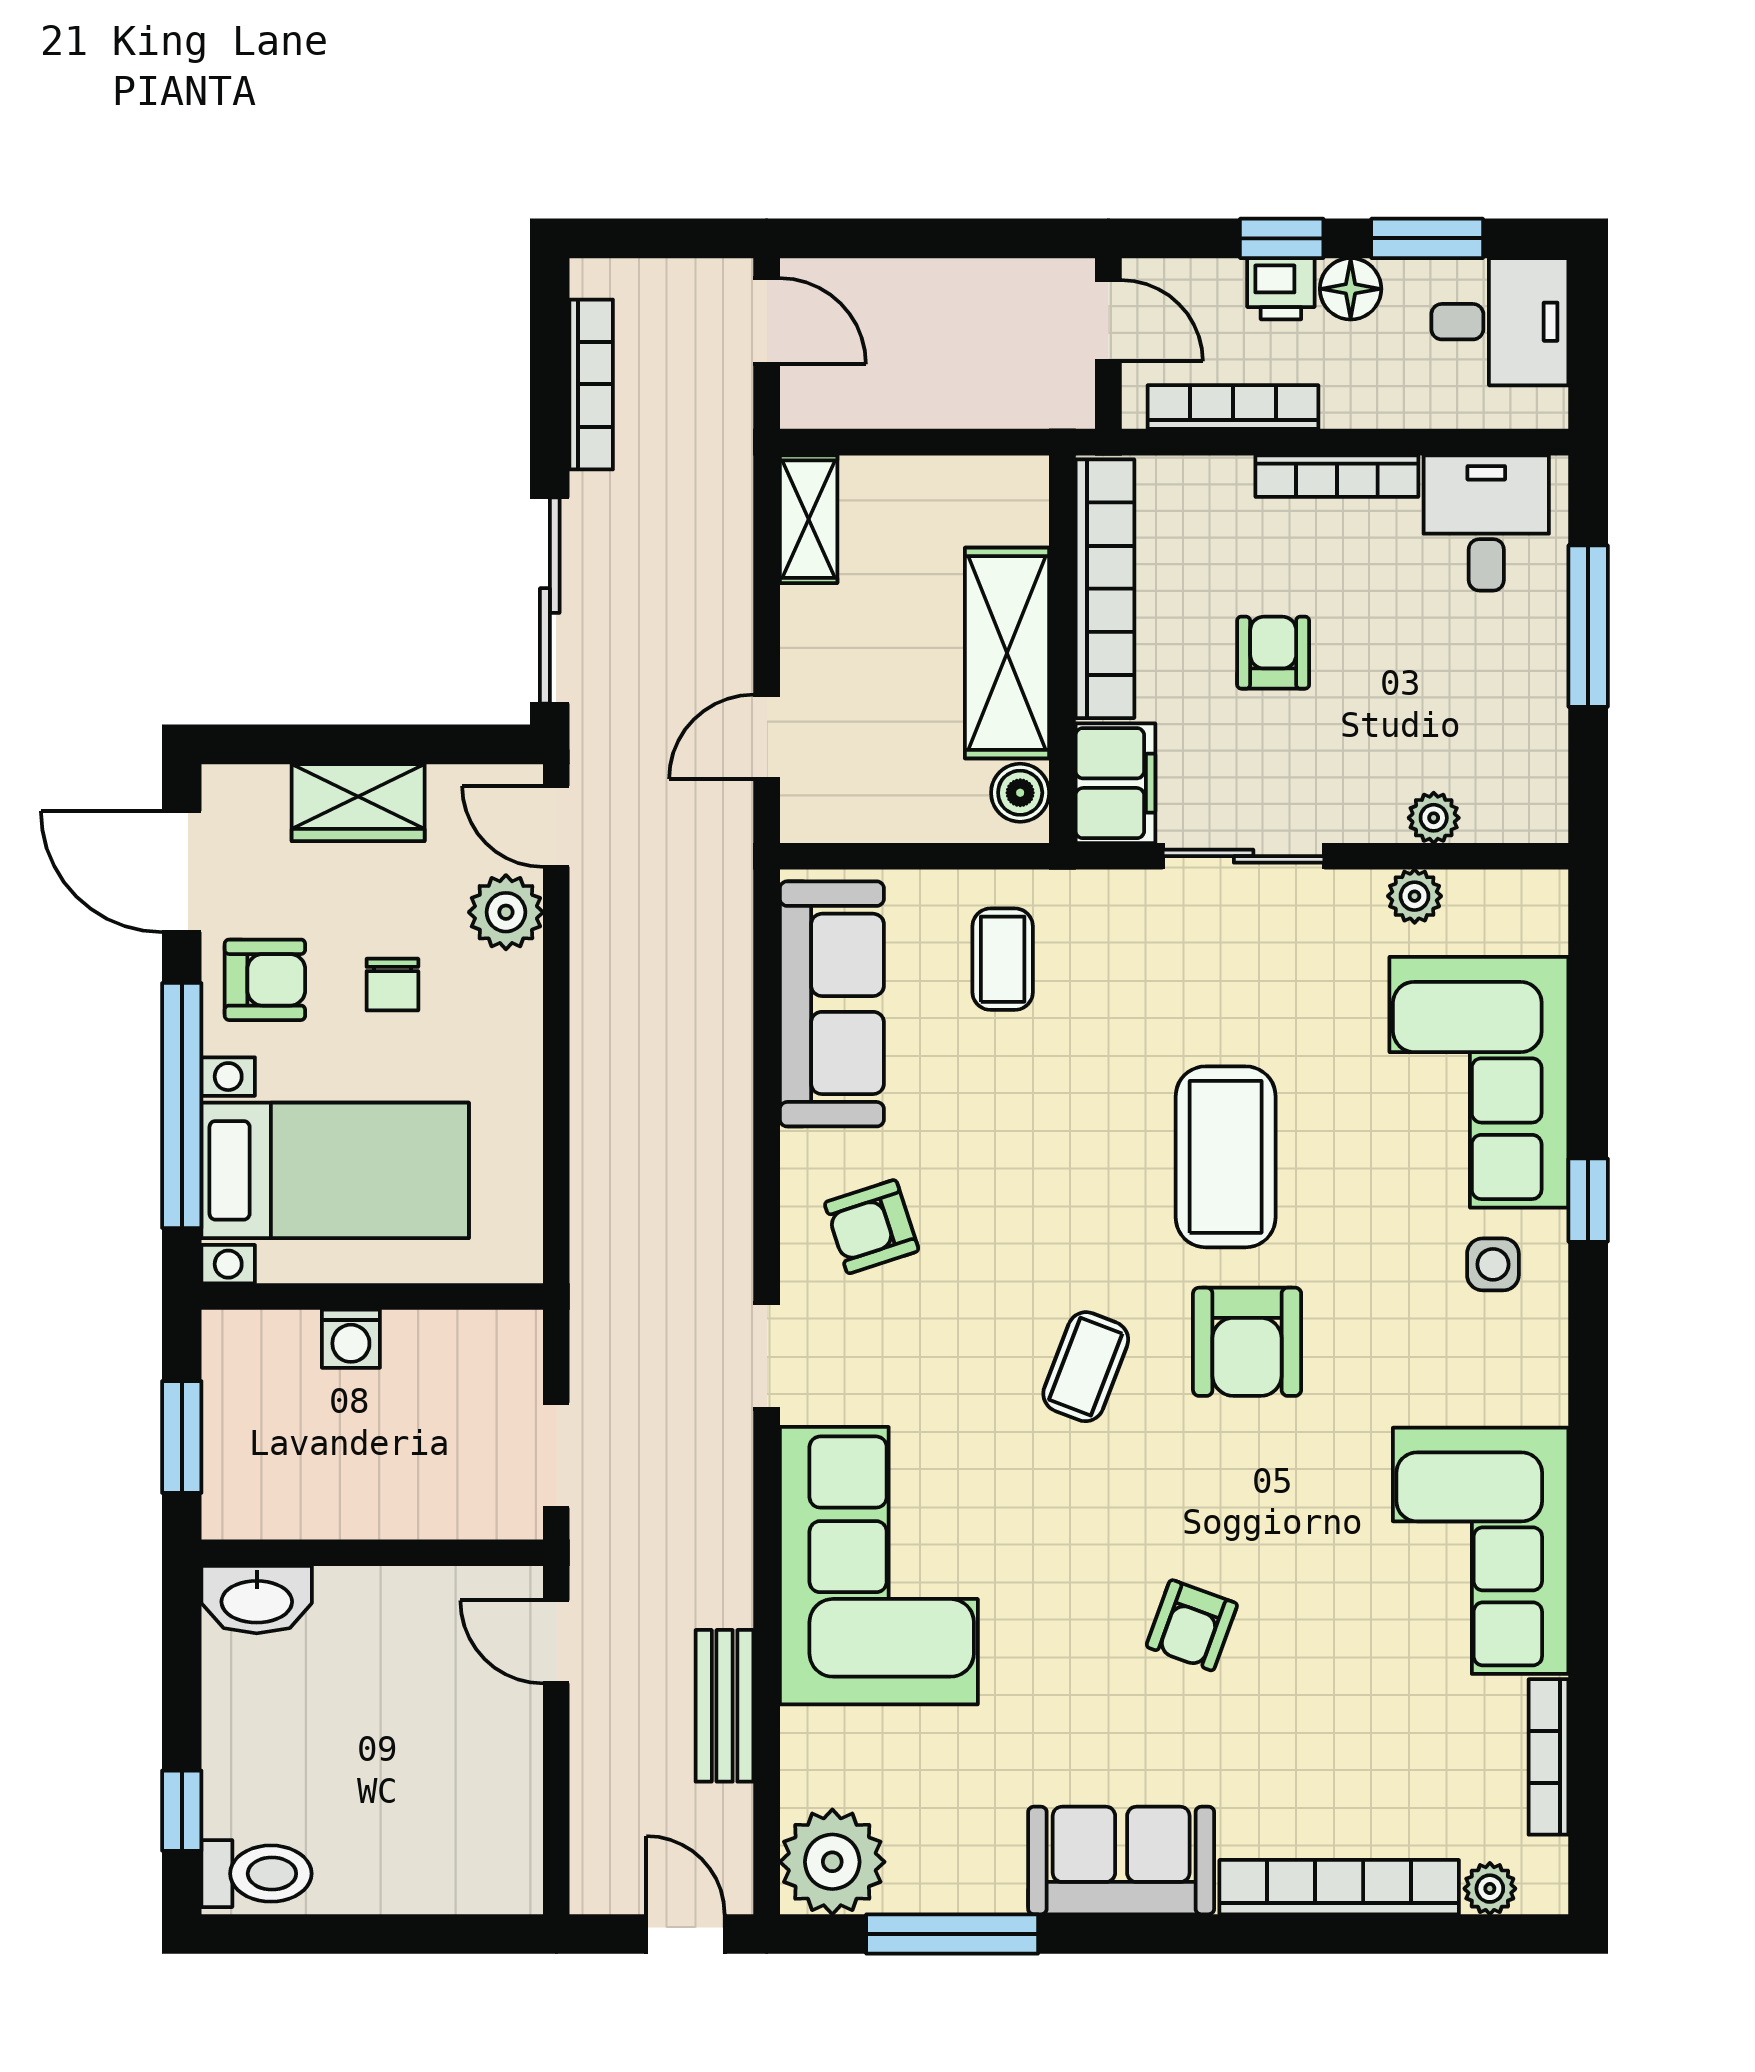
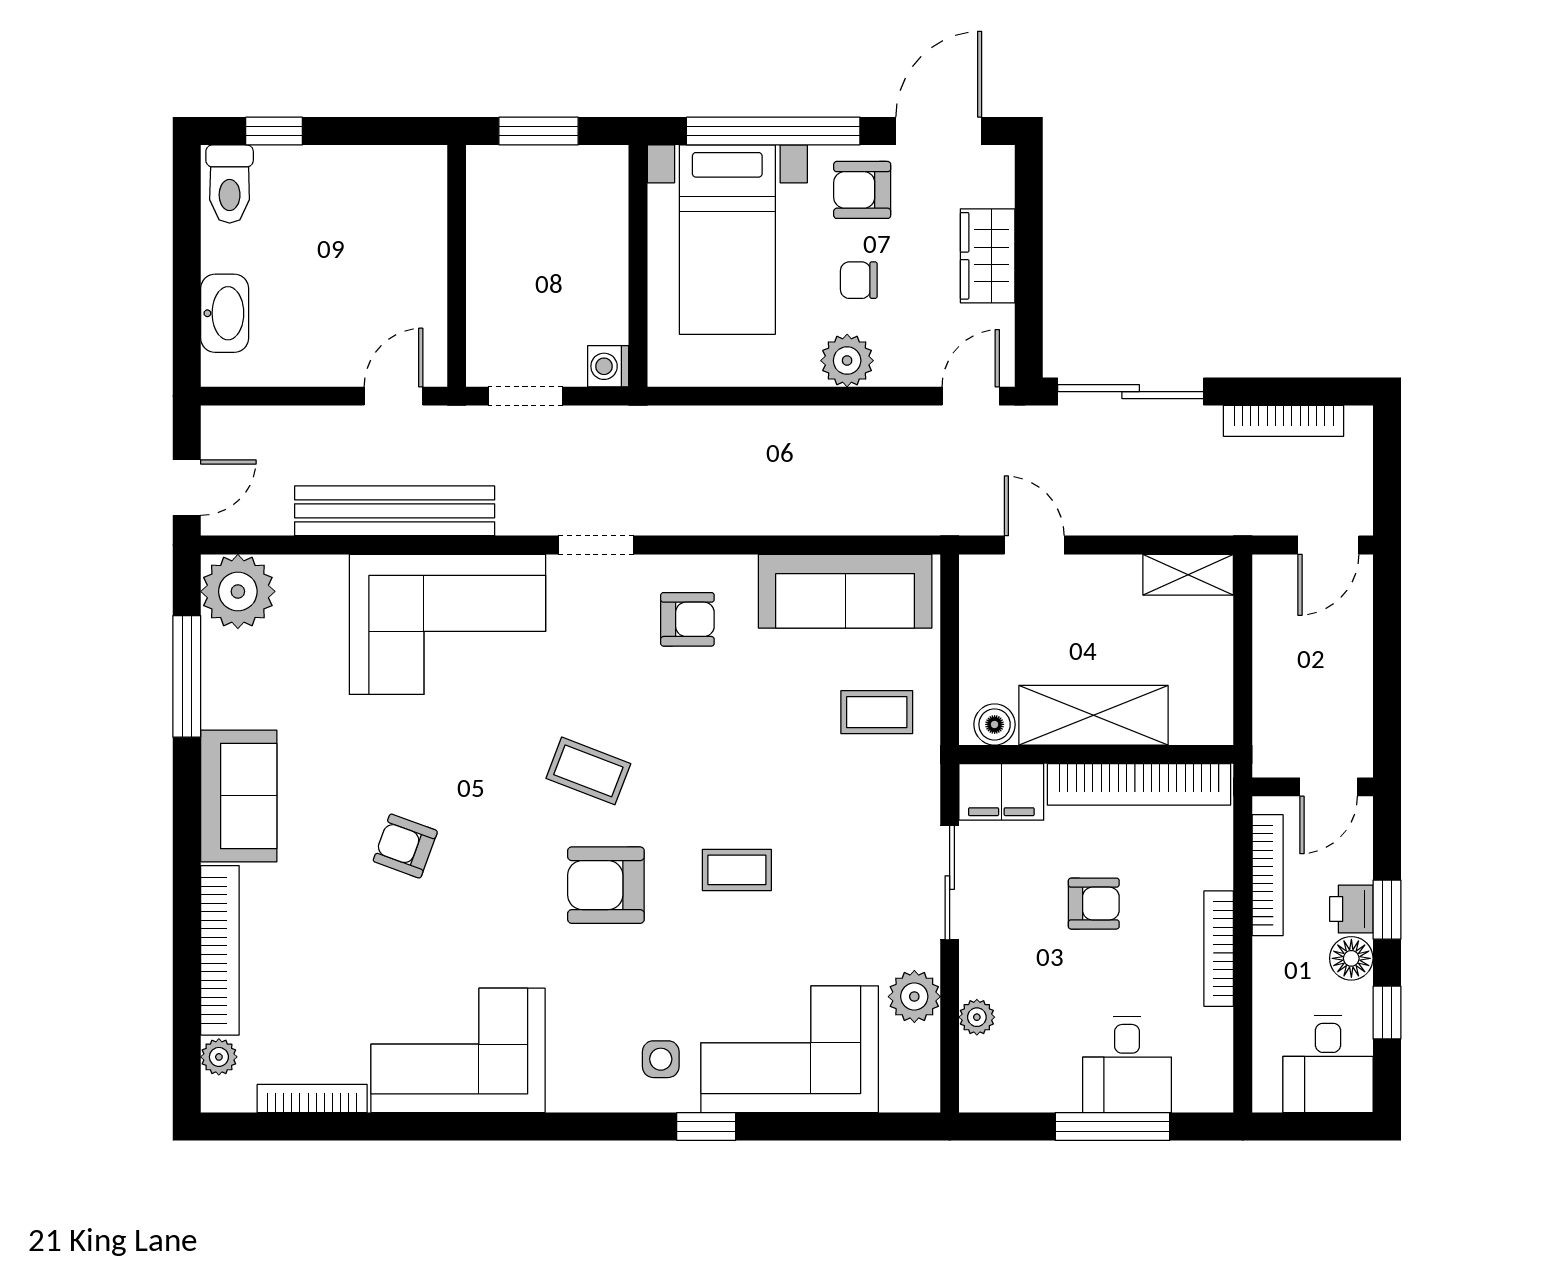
window: (1427, 238) -> (1387, 1013), width x0.67
desk: (1486, 523) -> (1127, 1065), moved, turned 90
plant: (1415, 896) -> (914, 997), width x1.38, depth x1.38
plant: (506, 912) -> (847, 361), moved
armchair: (265, 980) -> (862, 190), turned 90
coffee table: (1226, 1157) -> (737, 870), width x0.54, depth x0.58
armchair: (872, 1227) -> (687, 619), turned 108
washing machine: (351, 1339) -> (608, 366), moved
washbasin: (257, 1600) -> (225, 313), moved, turned 180
bench: (725, 1706) -> (395, 511), width x1.86, depth x1.21

